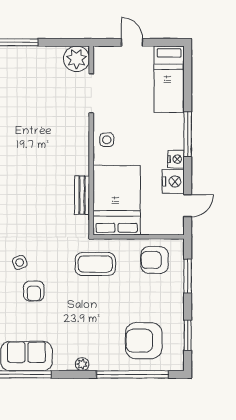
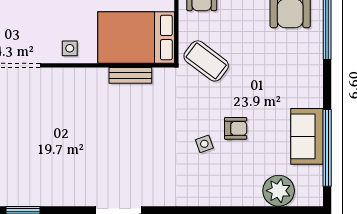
coffee table: (95, 264) -> (206, 61), turned -53
plant: (82, 364) -> (316, 75), removed

